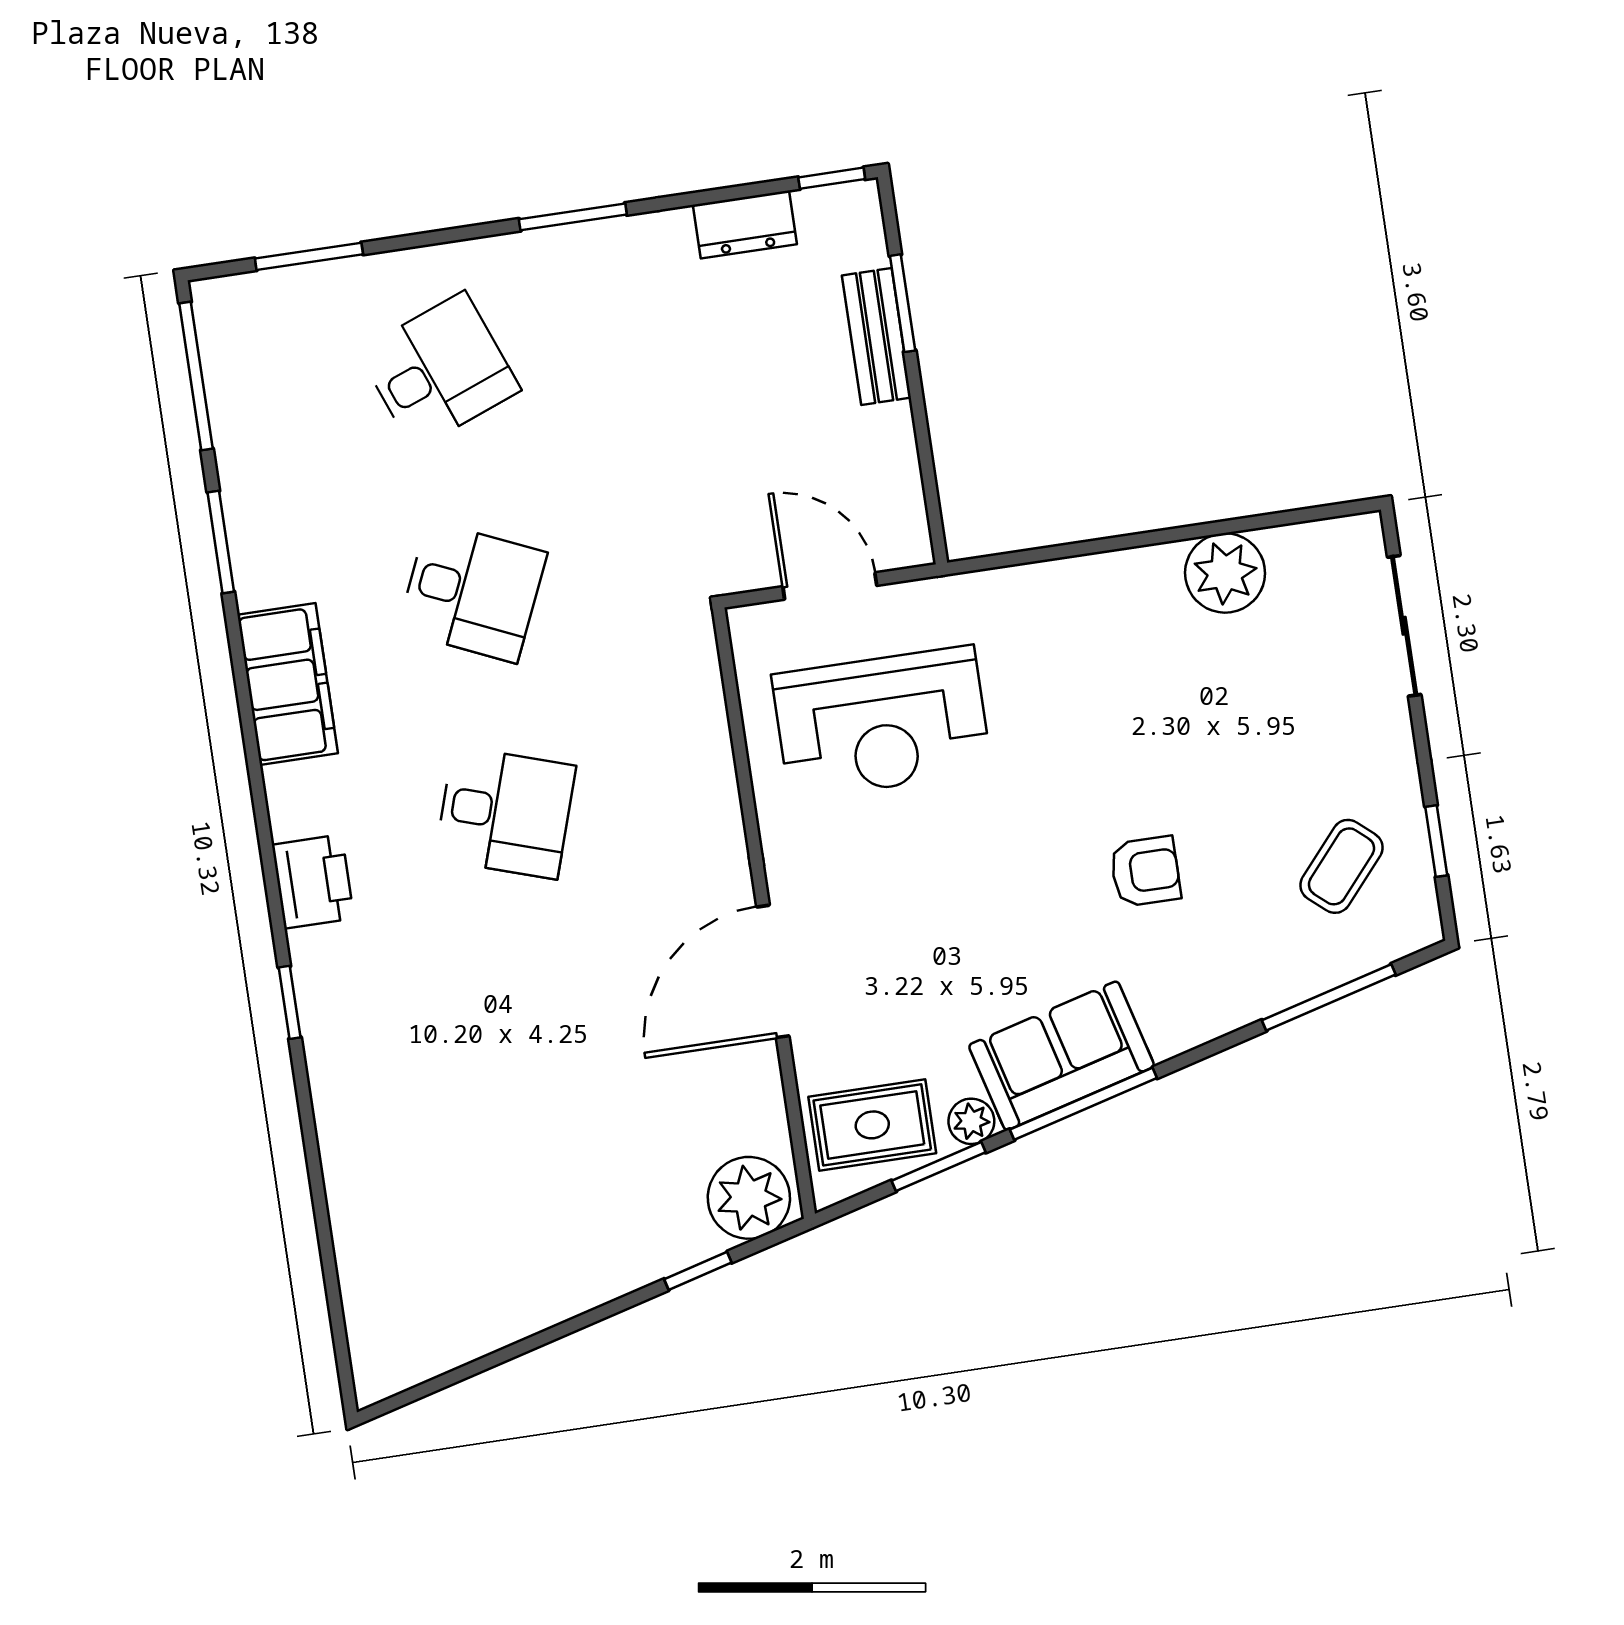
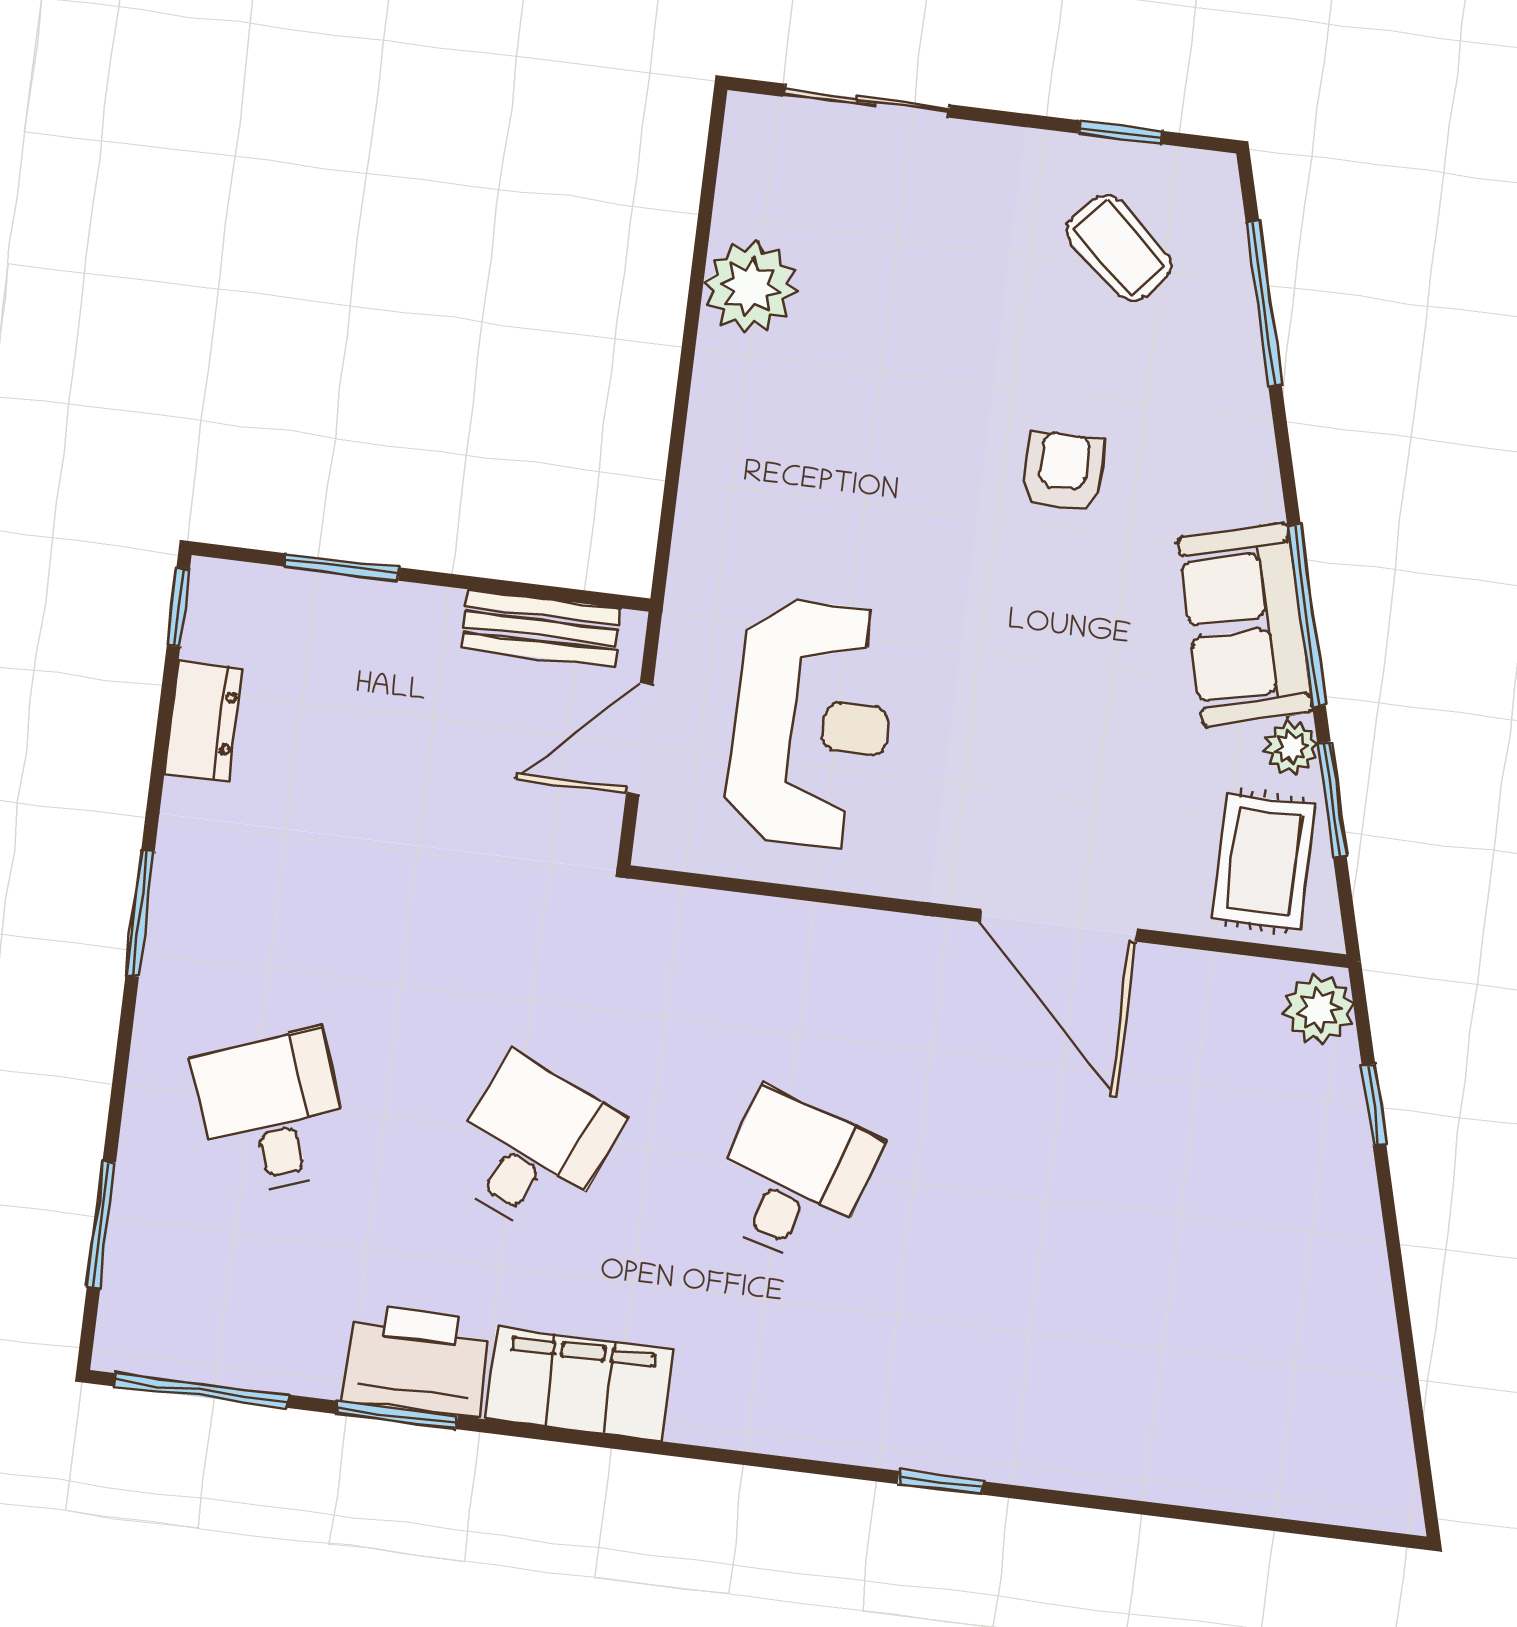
bench: (876, 336) -> (541, 628), moved
printer: (313, 882) -> (417, 1361), moved, width x1.37, depth x1.19
plant: (749, 1198) -> (1318, 1010), width x0.73, depth x0.73

